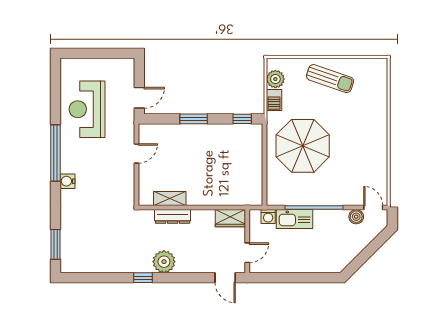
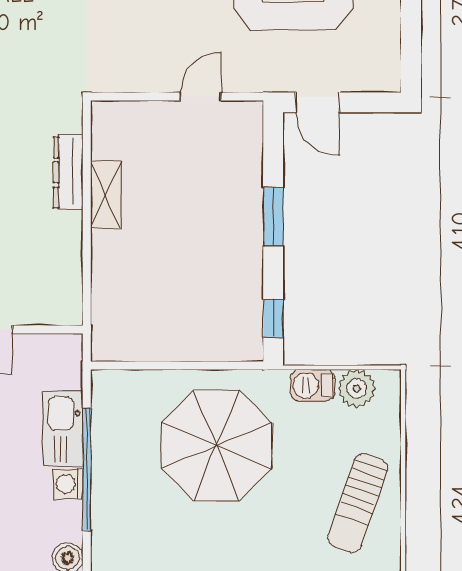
door: (136, 153) -> (201, 96), swing flipped
shelving: (170, 199) -> (106, 195), moved
washing machine: (268, 217) -> (68, 484), moved
wardrobe: (230, 218) -> (64, 294), removed

